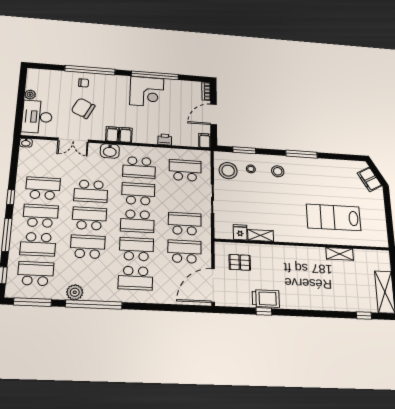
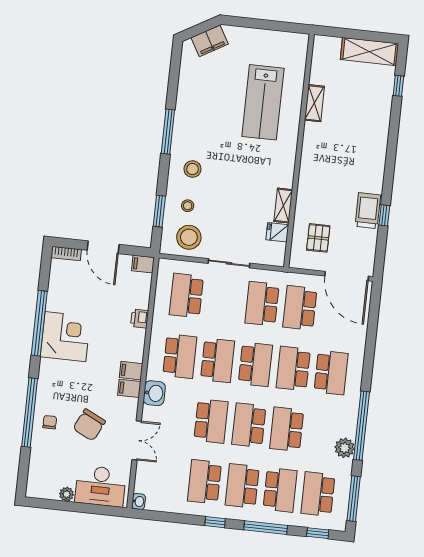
school desk: (138, 194) -> (218, 360), turned 180

